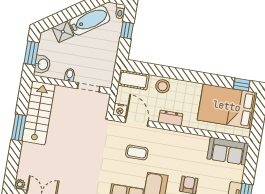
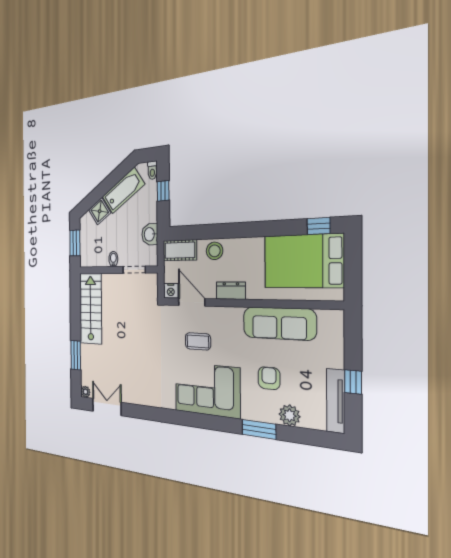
washbasin: (42, 64) -> (150, 234), moved, turned 180
window: (19, 127) -> (76, 355), moved
sofa: (228, 151) -> (279, 323), moved, width x1.36

